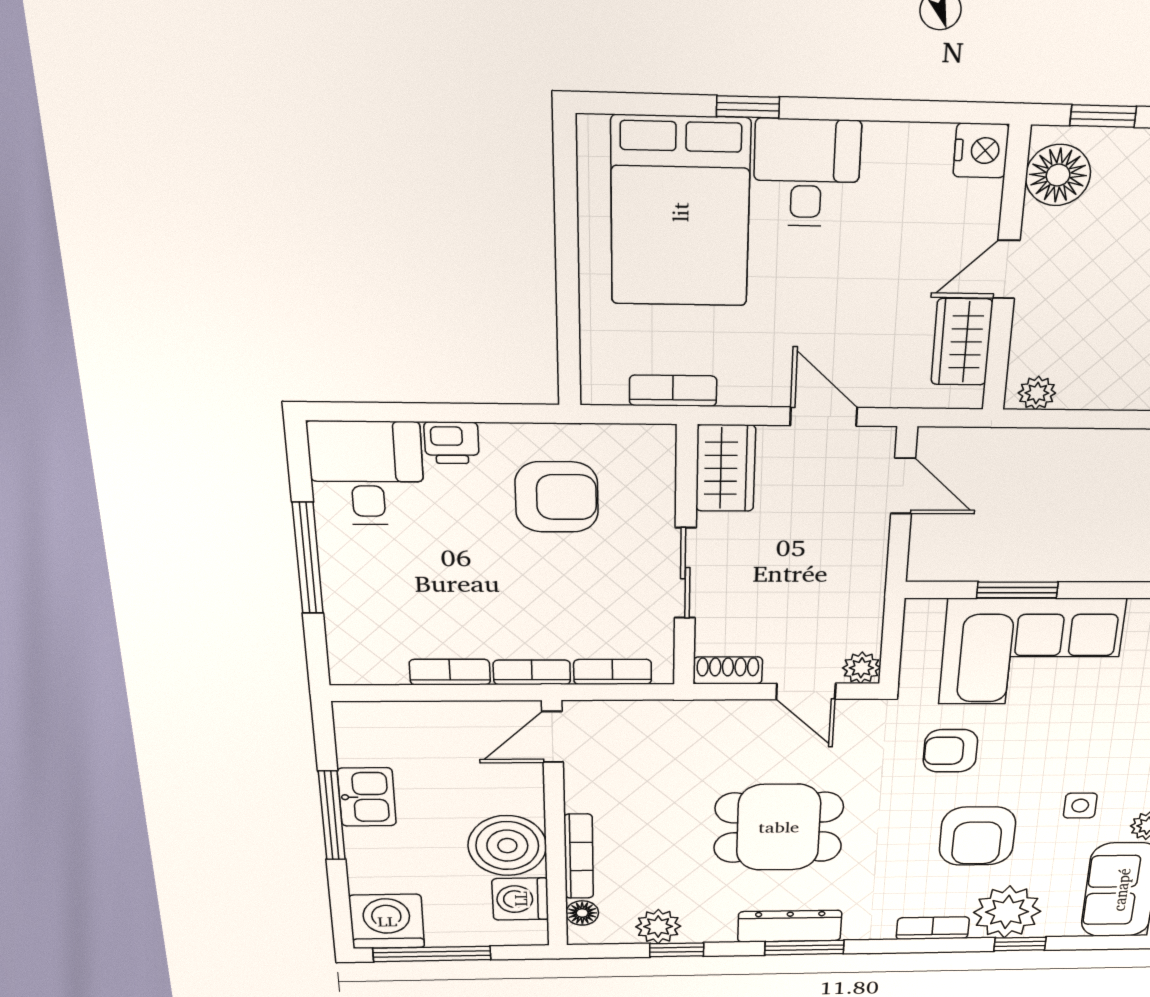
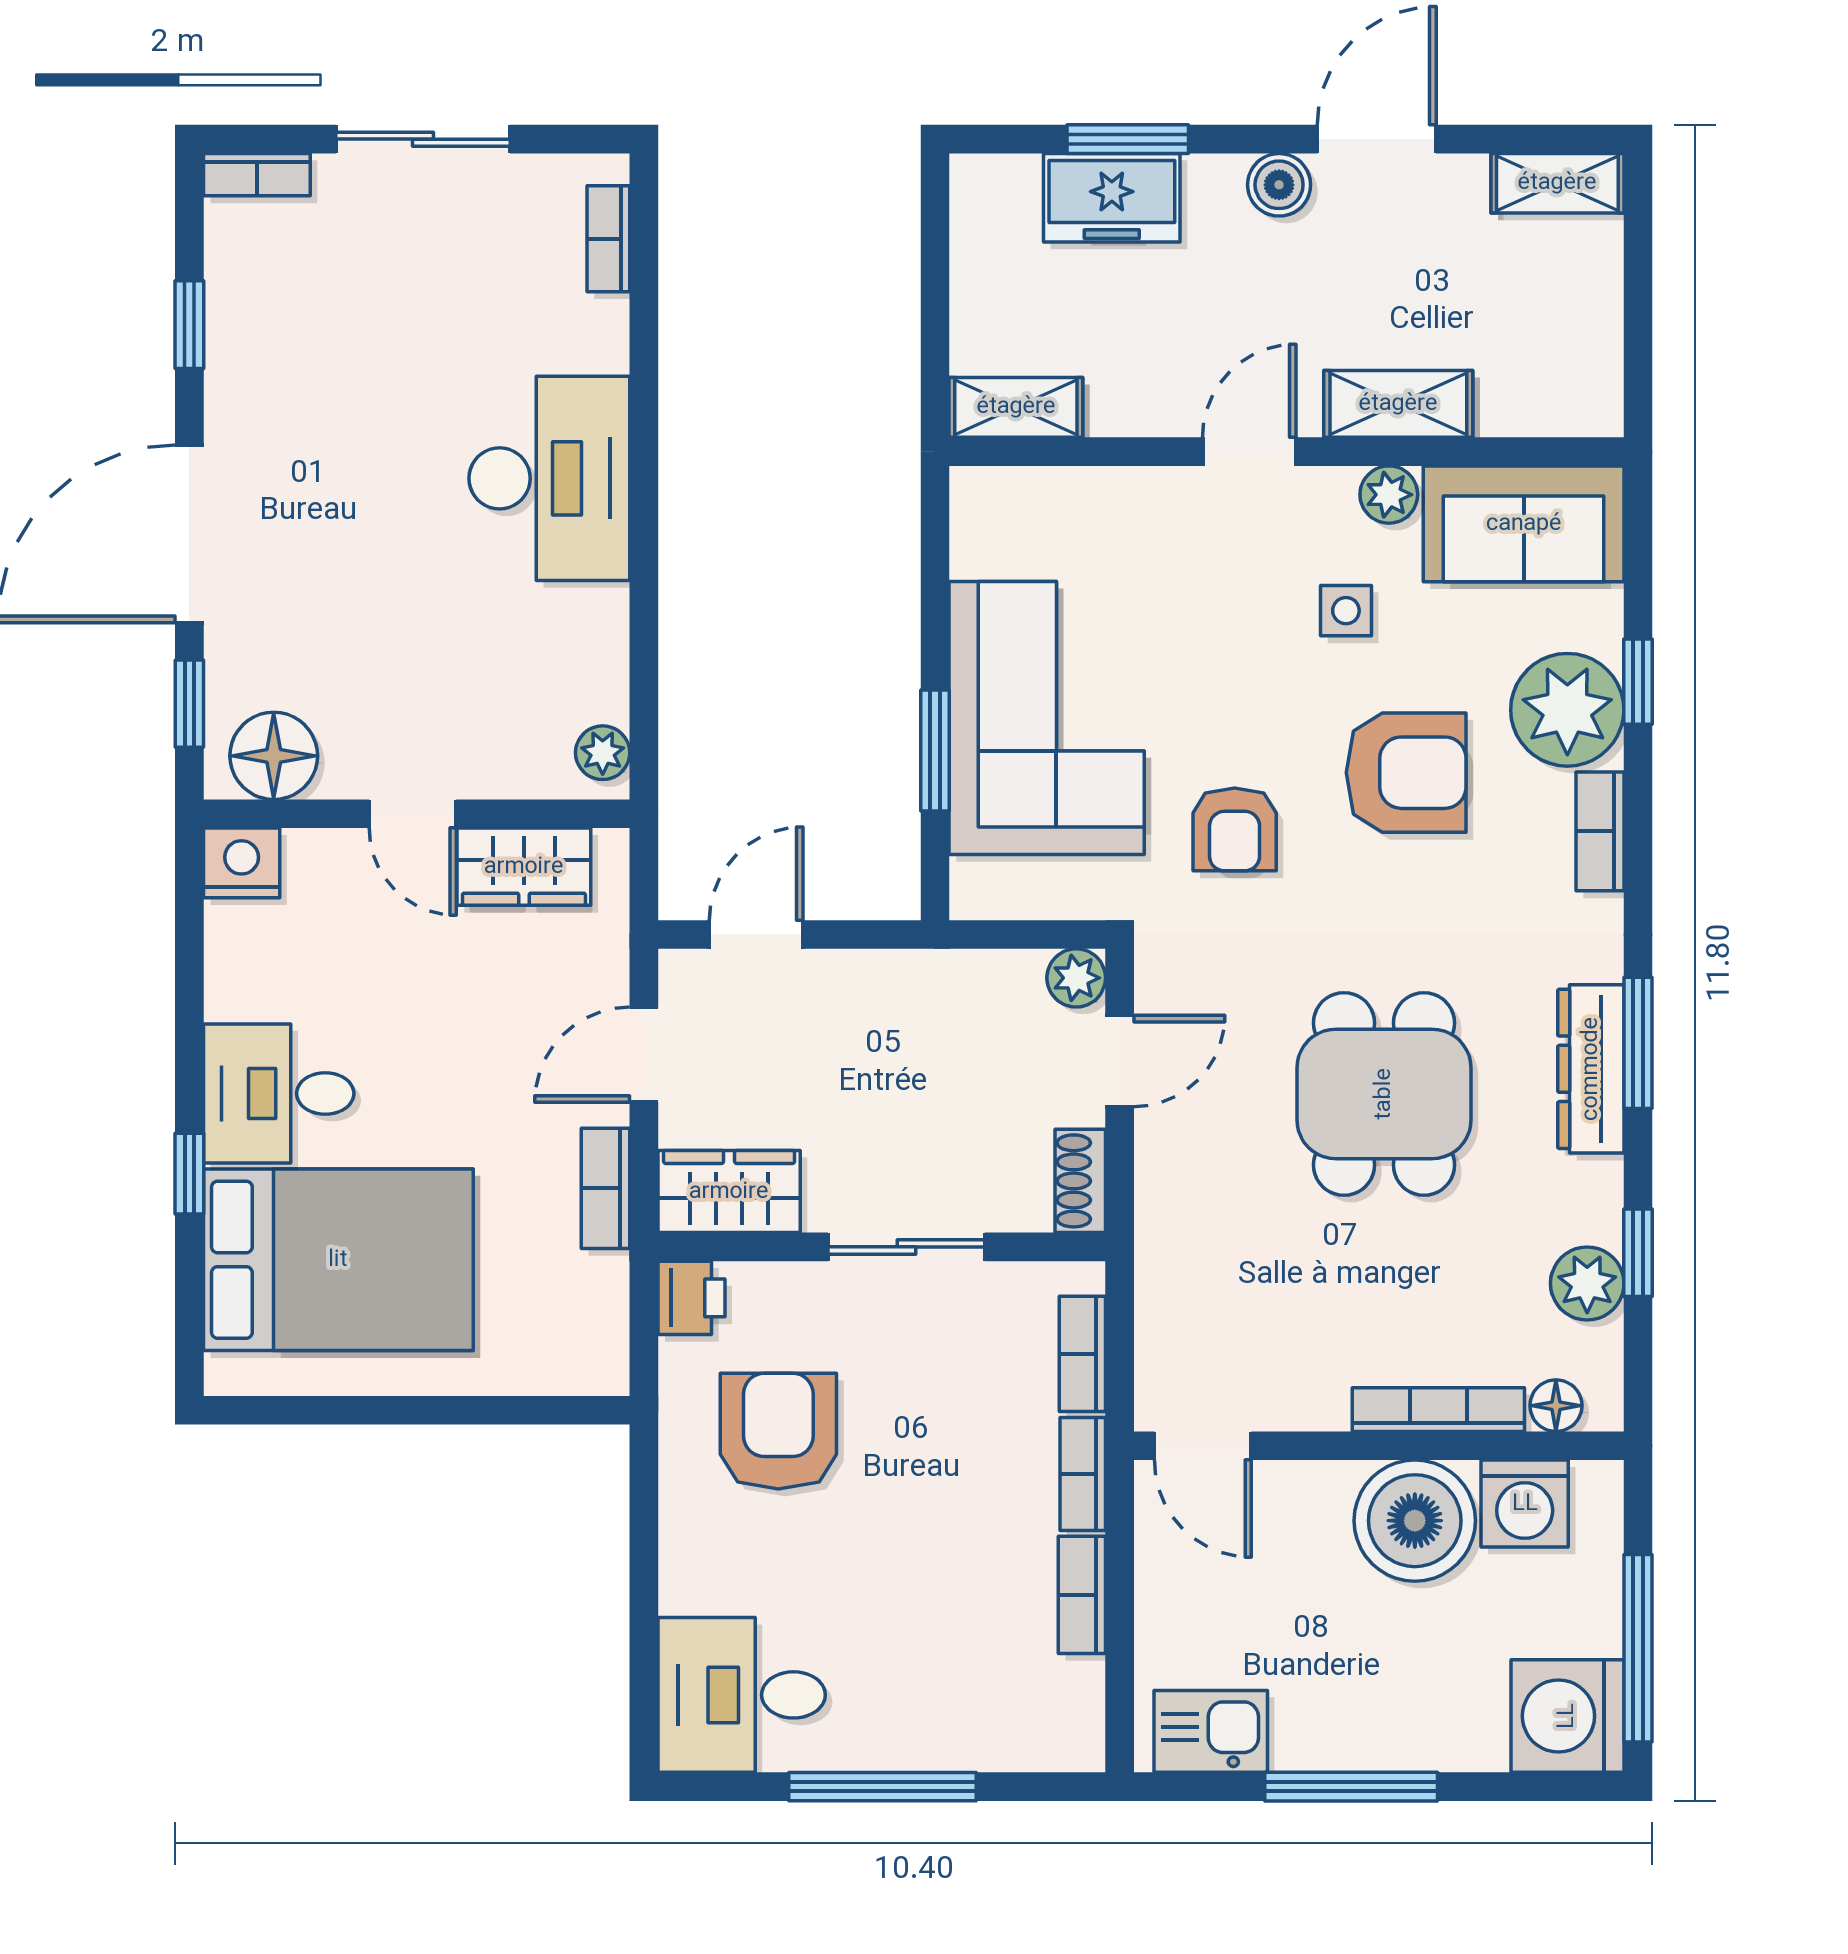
bookcase: (673, 391) -> (606, 1188), moved
printer: (452, 443) -> (691, 1298), moved
kitchen sink: (367, 797) -> (1211, 1731), moved

